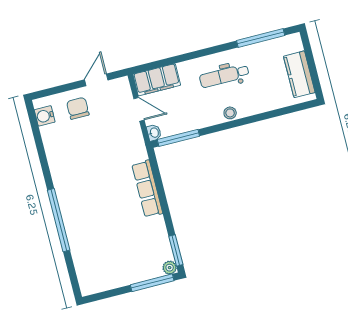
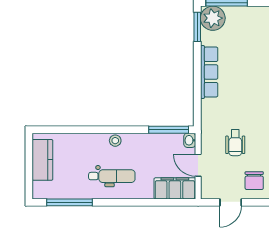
wheelchair: (107, 142) -> (235, 143), added
row of seats: (147, 189) -> (209, 72), moved
plant: (170, 268) -> (213, 18), width x1.88, depth x1.88

